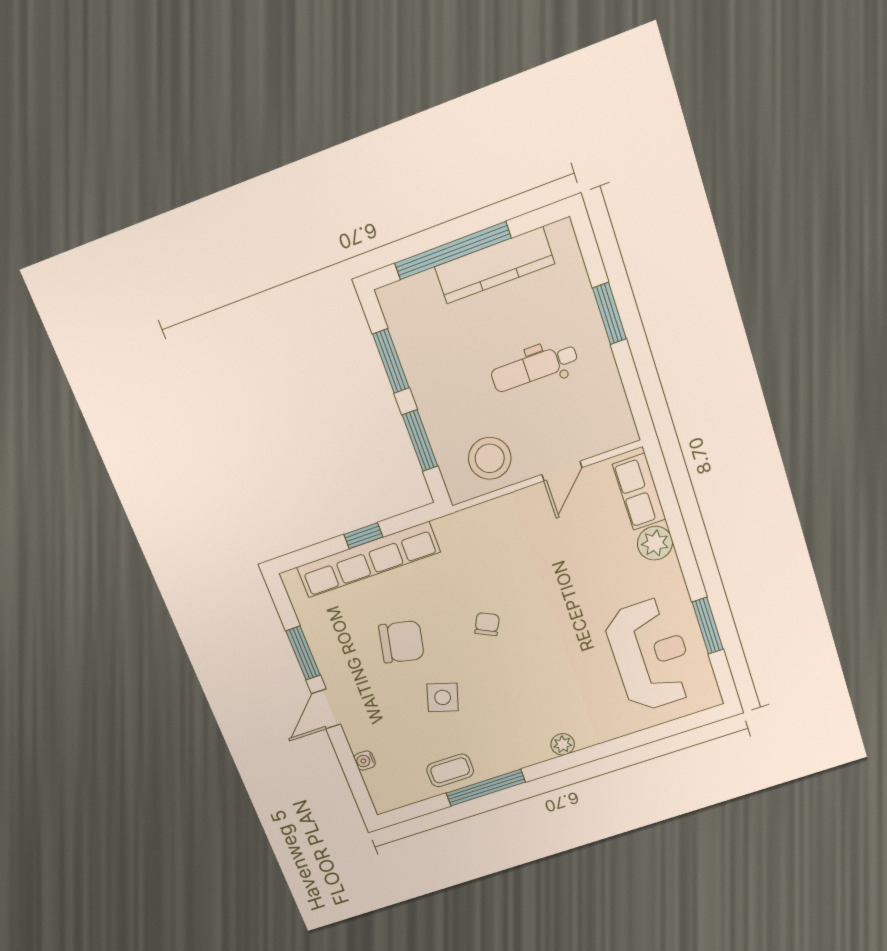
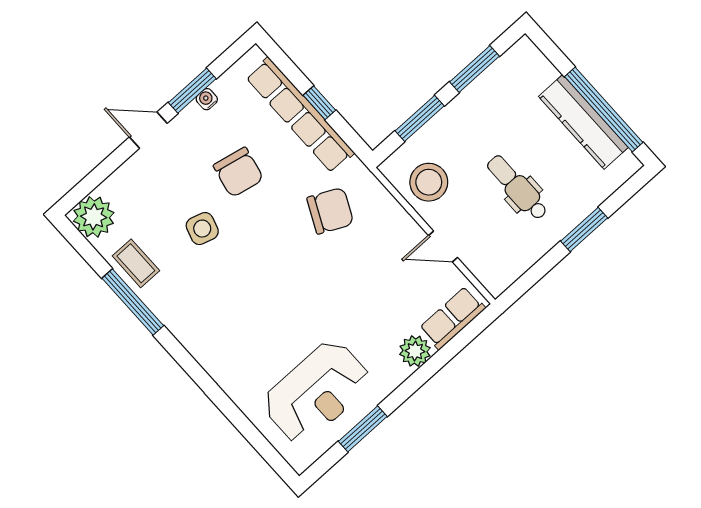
window: (453, 251) -> (604, 109), moved
chair: (487, 624) -> (330, 211), moved, width x1.87, depth x1.87
plant: (563, 744) -> (94, 217), moved, width x1.88, depth x1.88
water cooler: (365, 761) -> (207, 99), moved

